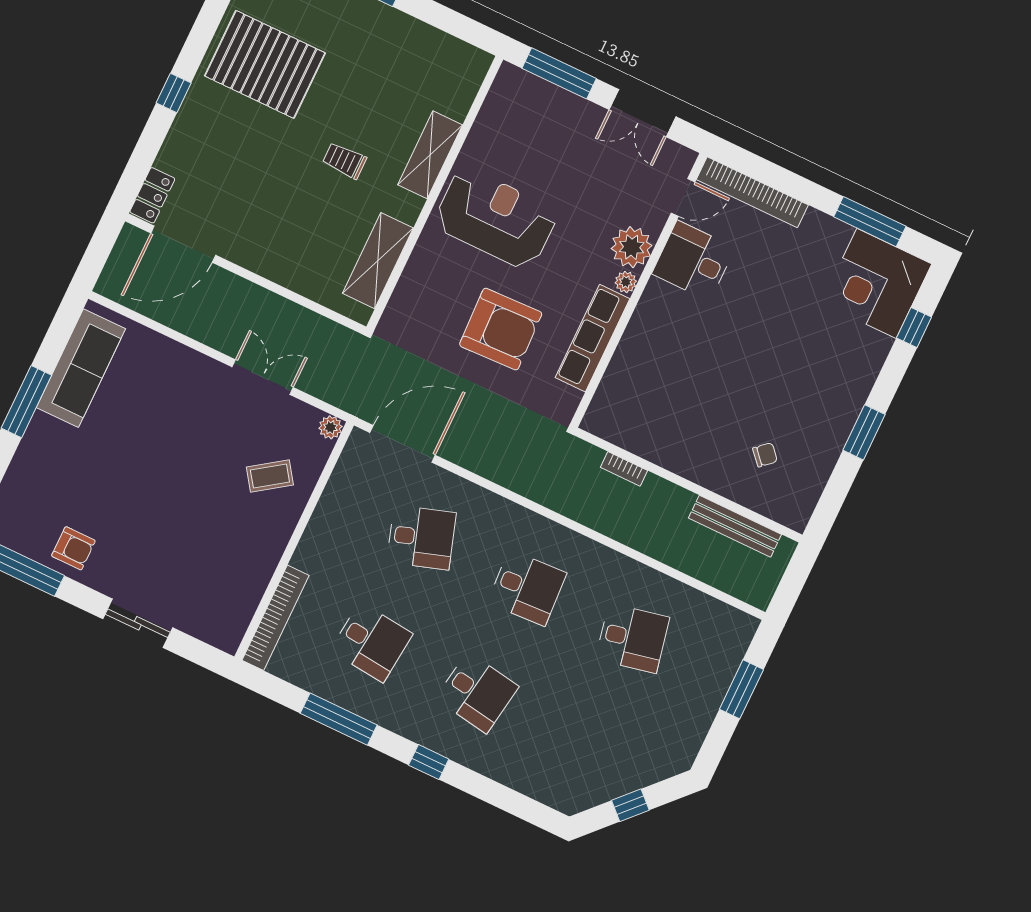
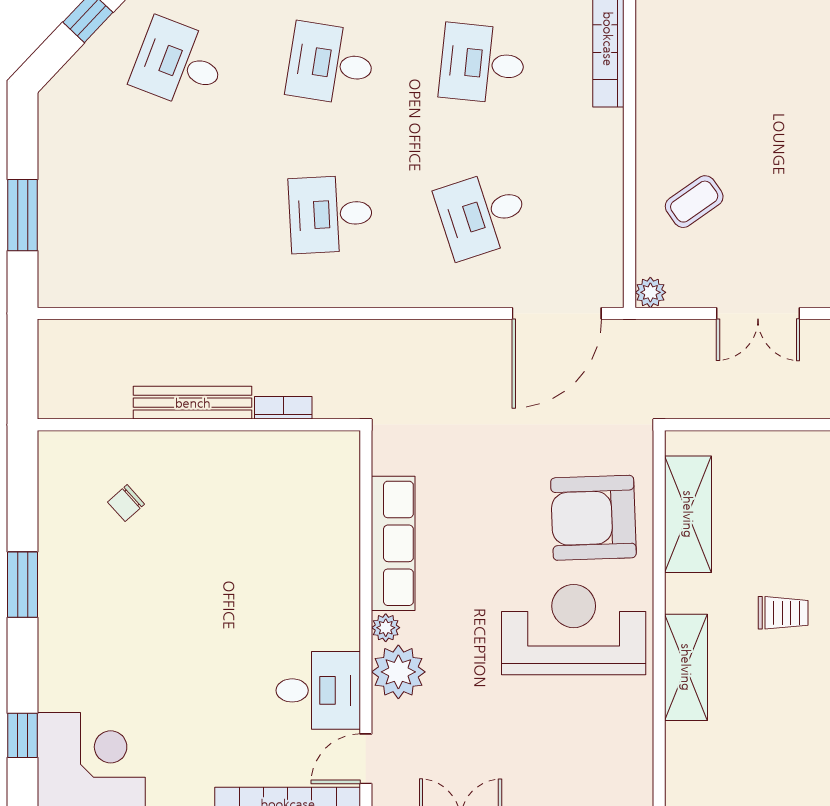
reception desk: (496, 218) -> (574, 630), turned 180
armchair: (501, 329) -> (593, 518), moved
bench: (735, 526) -> (193, 403), moved
desk: (632, 638) -> (179, 64), moved, turned 33

